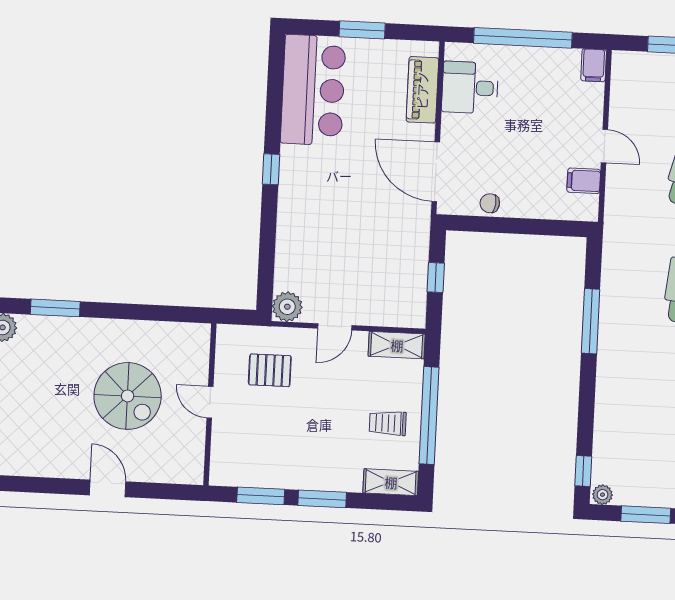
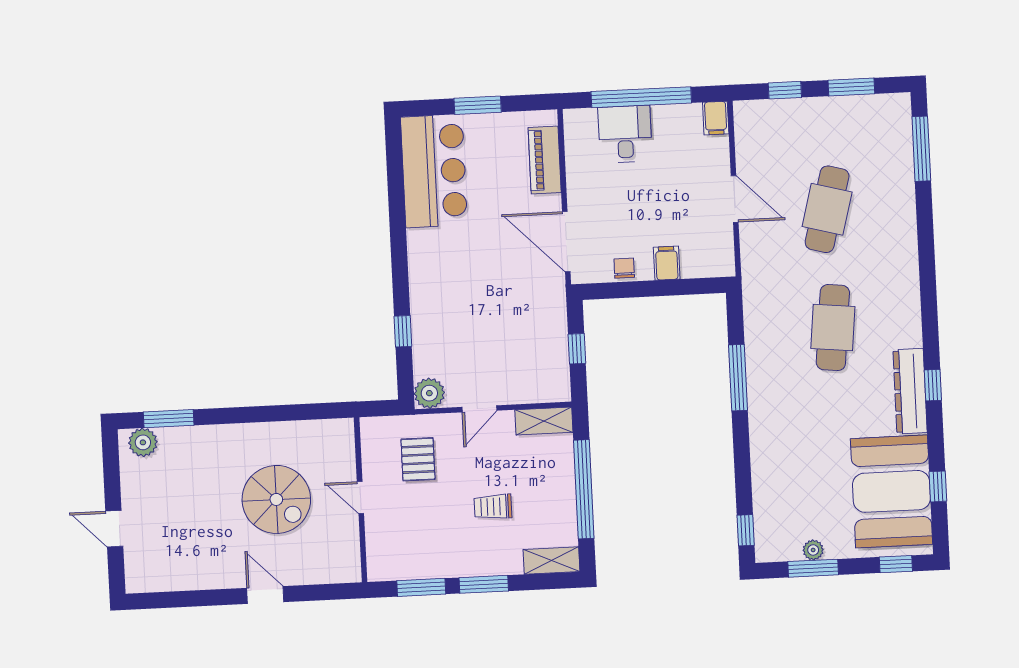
desk: (470, 88) -> (625, 134), moved, turned 90
door: (604, 146) -> (735, 199), width x1.38
window: (271, 169) -> (403, 331), moved
filing cabinet: (584, 181) -> (667, 263), moved, turned 90
chair: (490, 203) -> (624, 268), turned 83
window: (55, 308) -> (169, 419), moved
pallet: (270, 370) -> (418, 459), turned 90
trolley: (388, 423) -> (493, 507), moved
plant: (602, 495) -> (813, 550), moved

